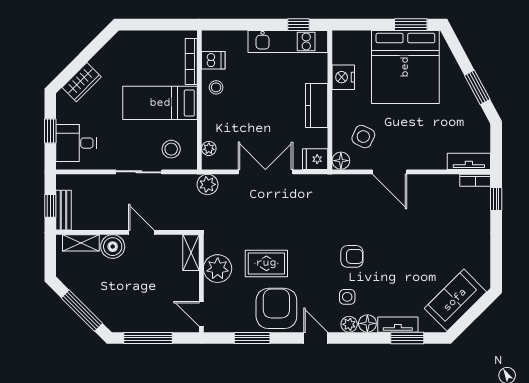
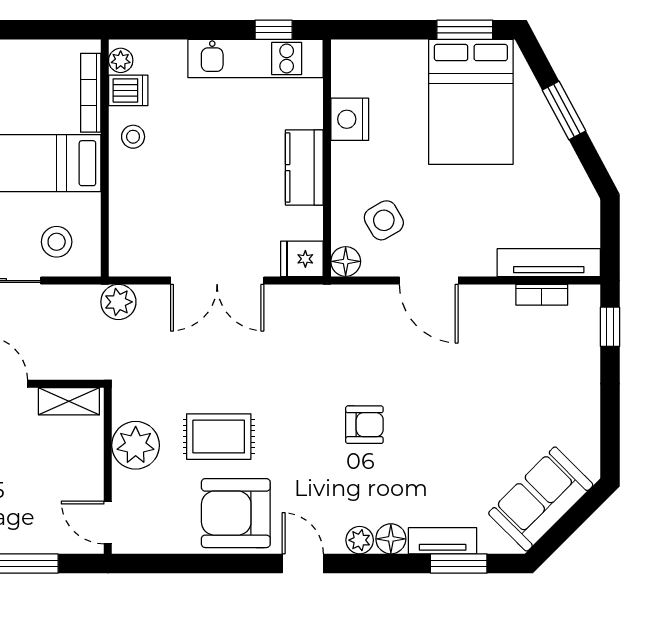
bed: (405, 67) -> (471, 102), width x0.73
window: (477, 87) -> (564, 110), moved
side table: (363, 137) -> (384, 220), turned 35
plant: (209, 148) -> (121, 60), moved
tv unit: (469, 161) -> (549, 263), width x1.41
double door: (265, 172) -> (217, 281), swing flipped
bookcase: (475, 180) -> (542, 295), moved
shelving: (191, 253) -> (69, 401), moved, turned 90
side table: (347, 297) -> (356, 493), removed
armchair: (276, 308) -> (236, 513), turned -90
window: (252, 338) -> (194, 563), removed

